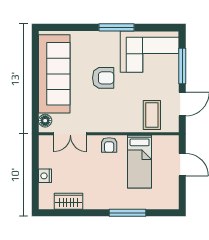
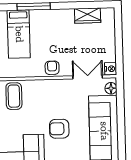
bed: (140, 162) -> (19, 34), moved, turned 180
nightstand: (45, 176) -> (111, 69), moved

